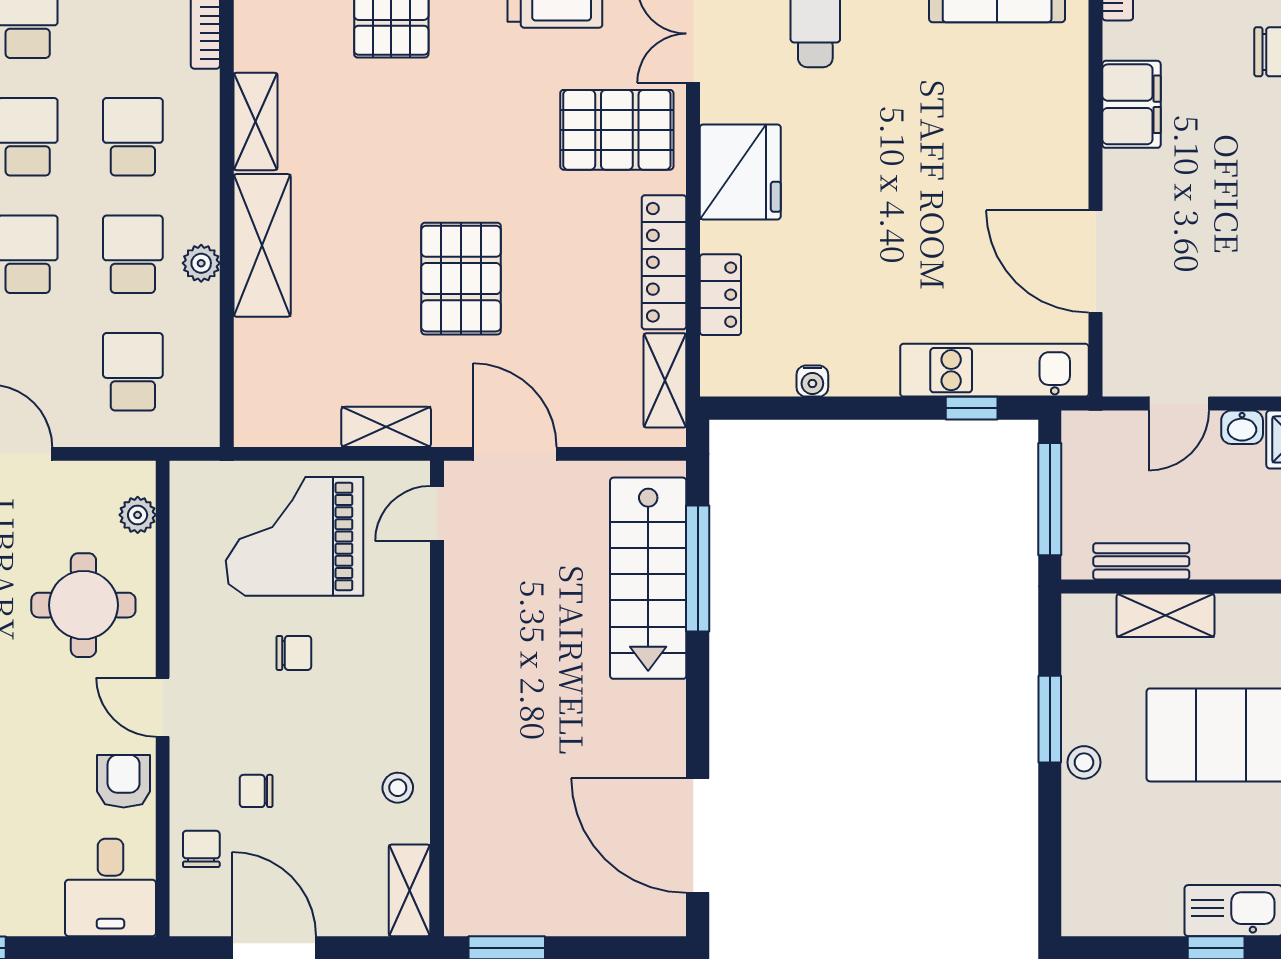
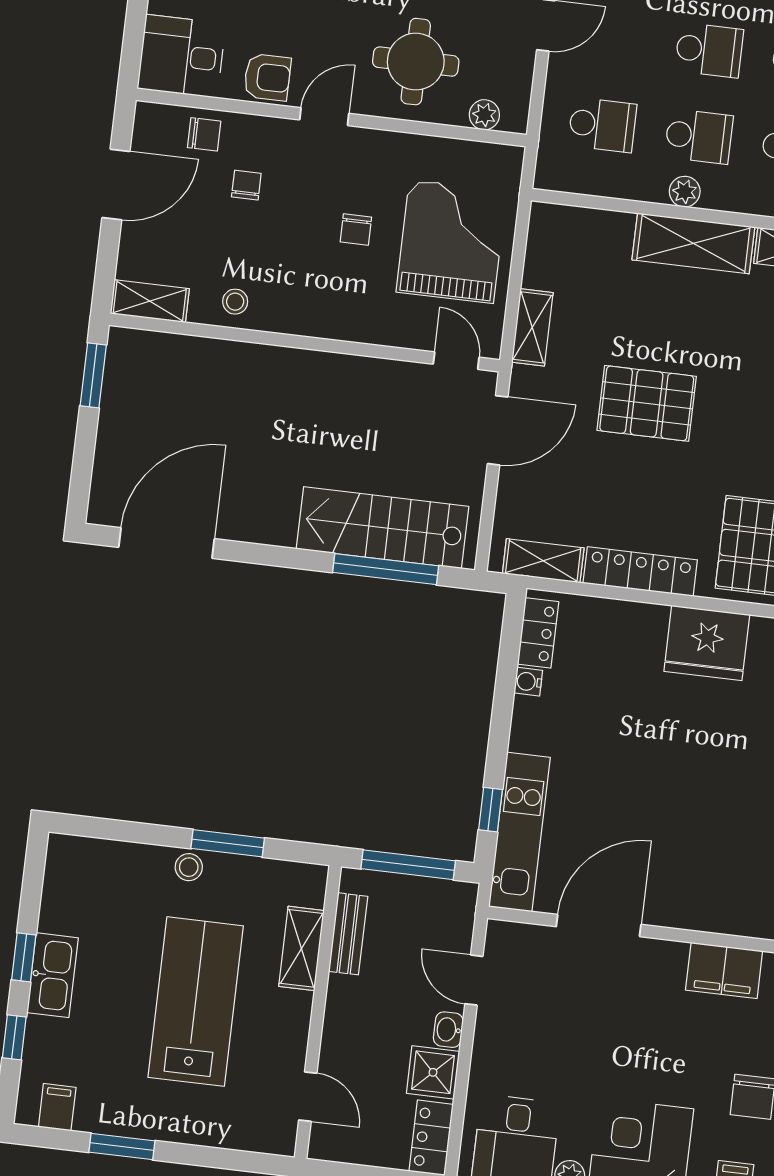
locker: (720, 295) -> (538, 633), moved, turned -90

